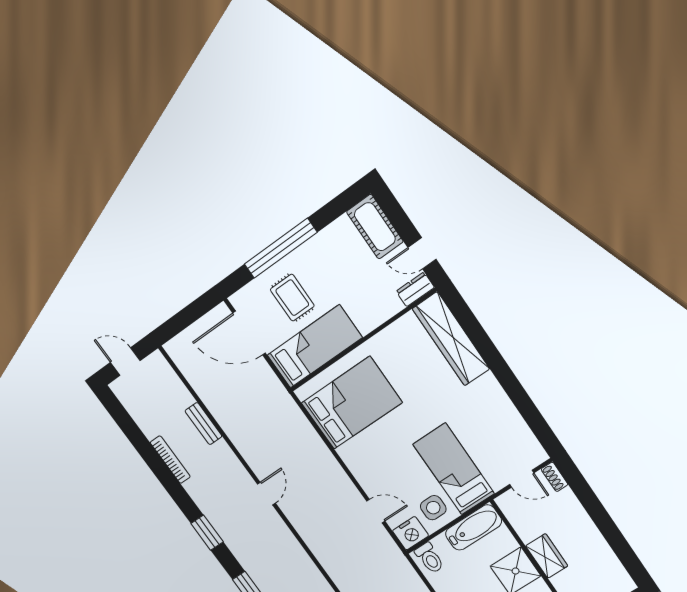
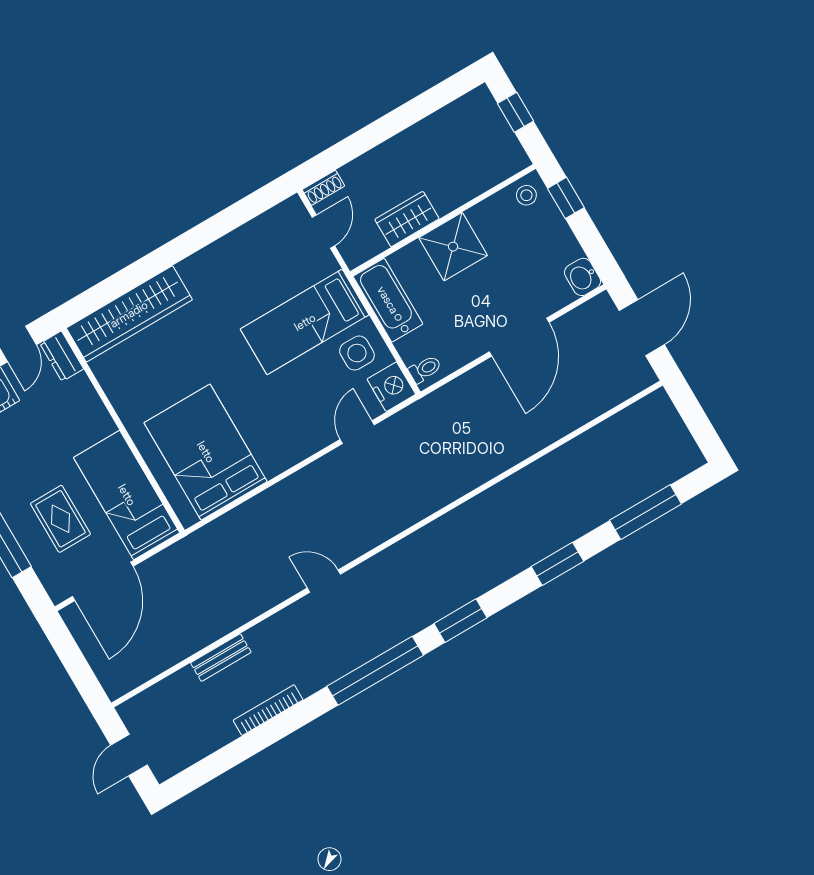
rug: (292, 298) -> (60, 519), turned 90
window: (207, 533) -> (375, 671), width x2.11
wardrobe: (547, 556) -> (407, 219), moved
toilet: (430, 558) -> (425, 369), width x0.73, depth x0.72

